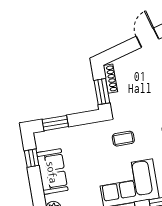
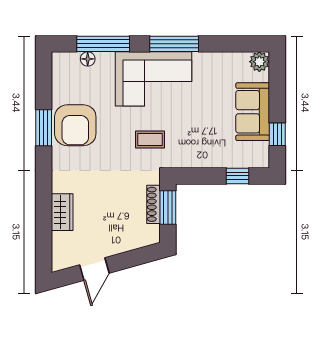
shoe rack: (110, 79) -> (154, 204), moved
window: (55, 123) -> (237, 176), width x0.67

